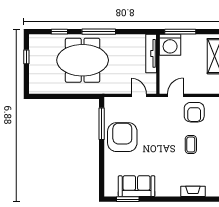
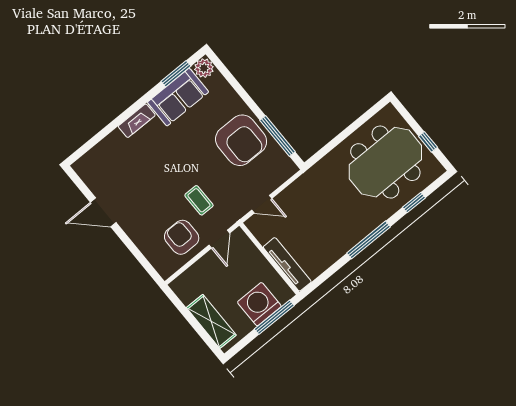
washing machine: (170, 45) -> (259, 304), moved
meeting table: (83, 60) -> (385, 162), moved
coffee table: (191, 145) -> (199, 200), moved
plant: (111, 190) -> (204, 68), added
fireplace: (193, 191) -> (137, 121), moved

